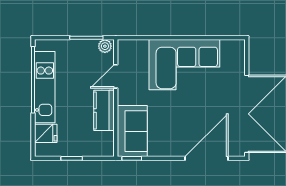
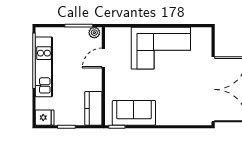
kitchen counter: (104, 110) -> (93, 108), moved
sofa: (132, 131) -> (134, 113), moved, turned -90
fridge: (46, 133) -> (45, 118), moved
door: (206, 158) -> (179, 127), removed

